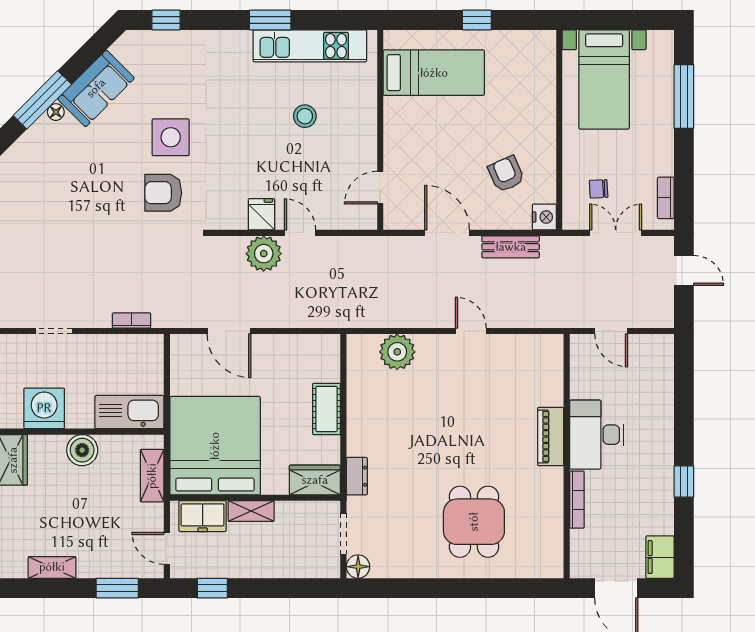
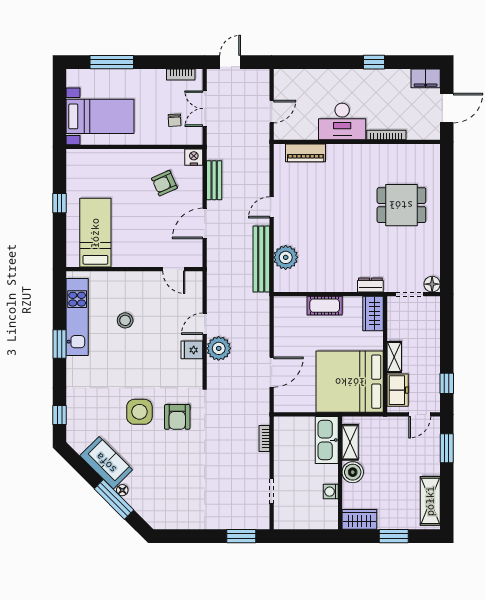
bench: (395, 316) -> (261, 259), added
washing machine: (44, 408) -> (331, 492), width x0.53, depth x0.53
piano: (551, 437) -> (306, 153), moved
shelving: (152, 476) -> (350, 442), moved, turned 90
shelving: (52, 567) -> (430, 501), width x1.50, depth x1.33

